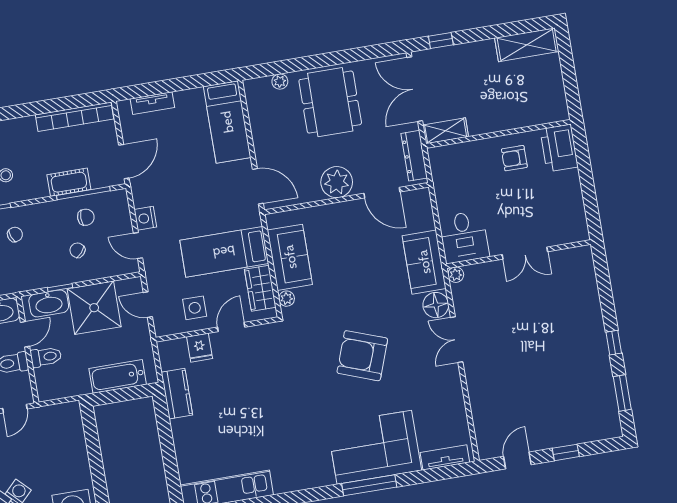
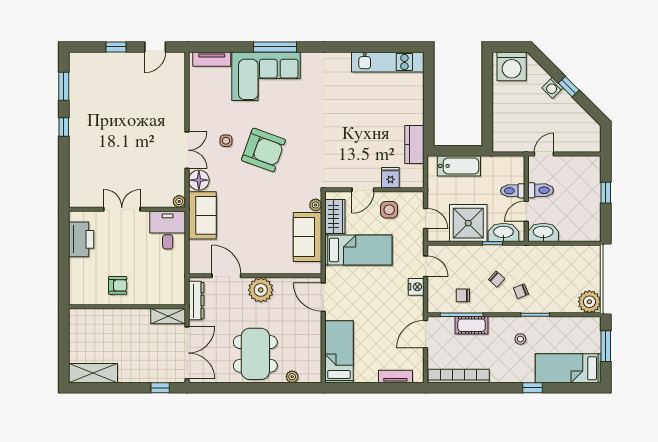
printer: (559, 148) -> (81, 239), moved
chair: (77, 250) -> (497, 279), moved
side table: (410, 359) -> (226, 141), added

